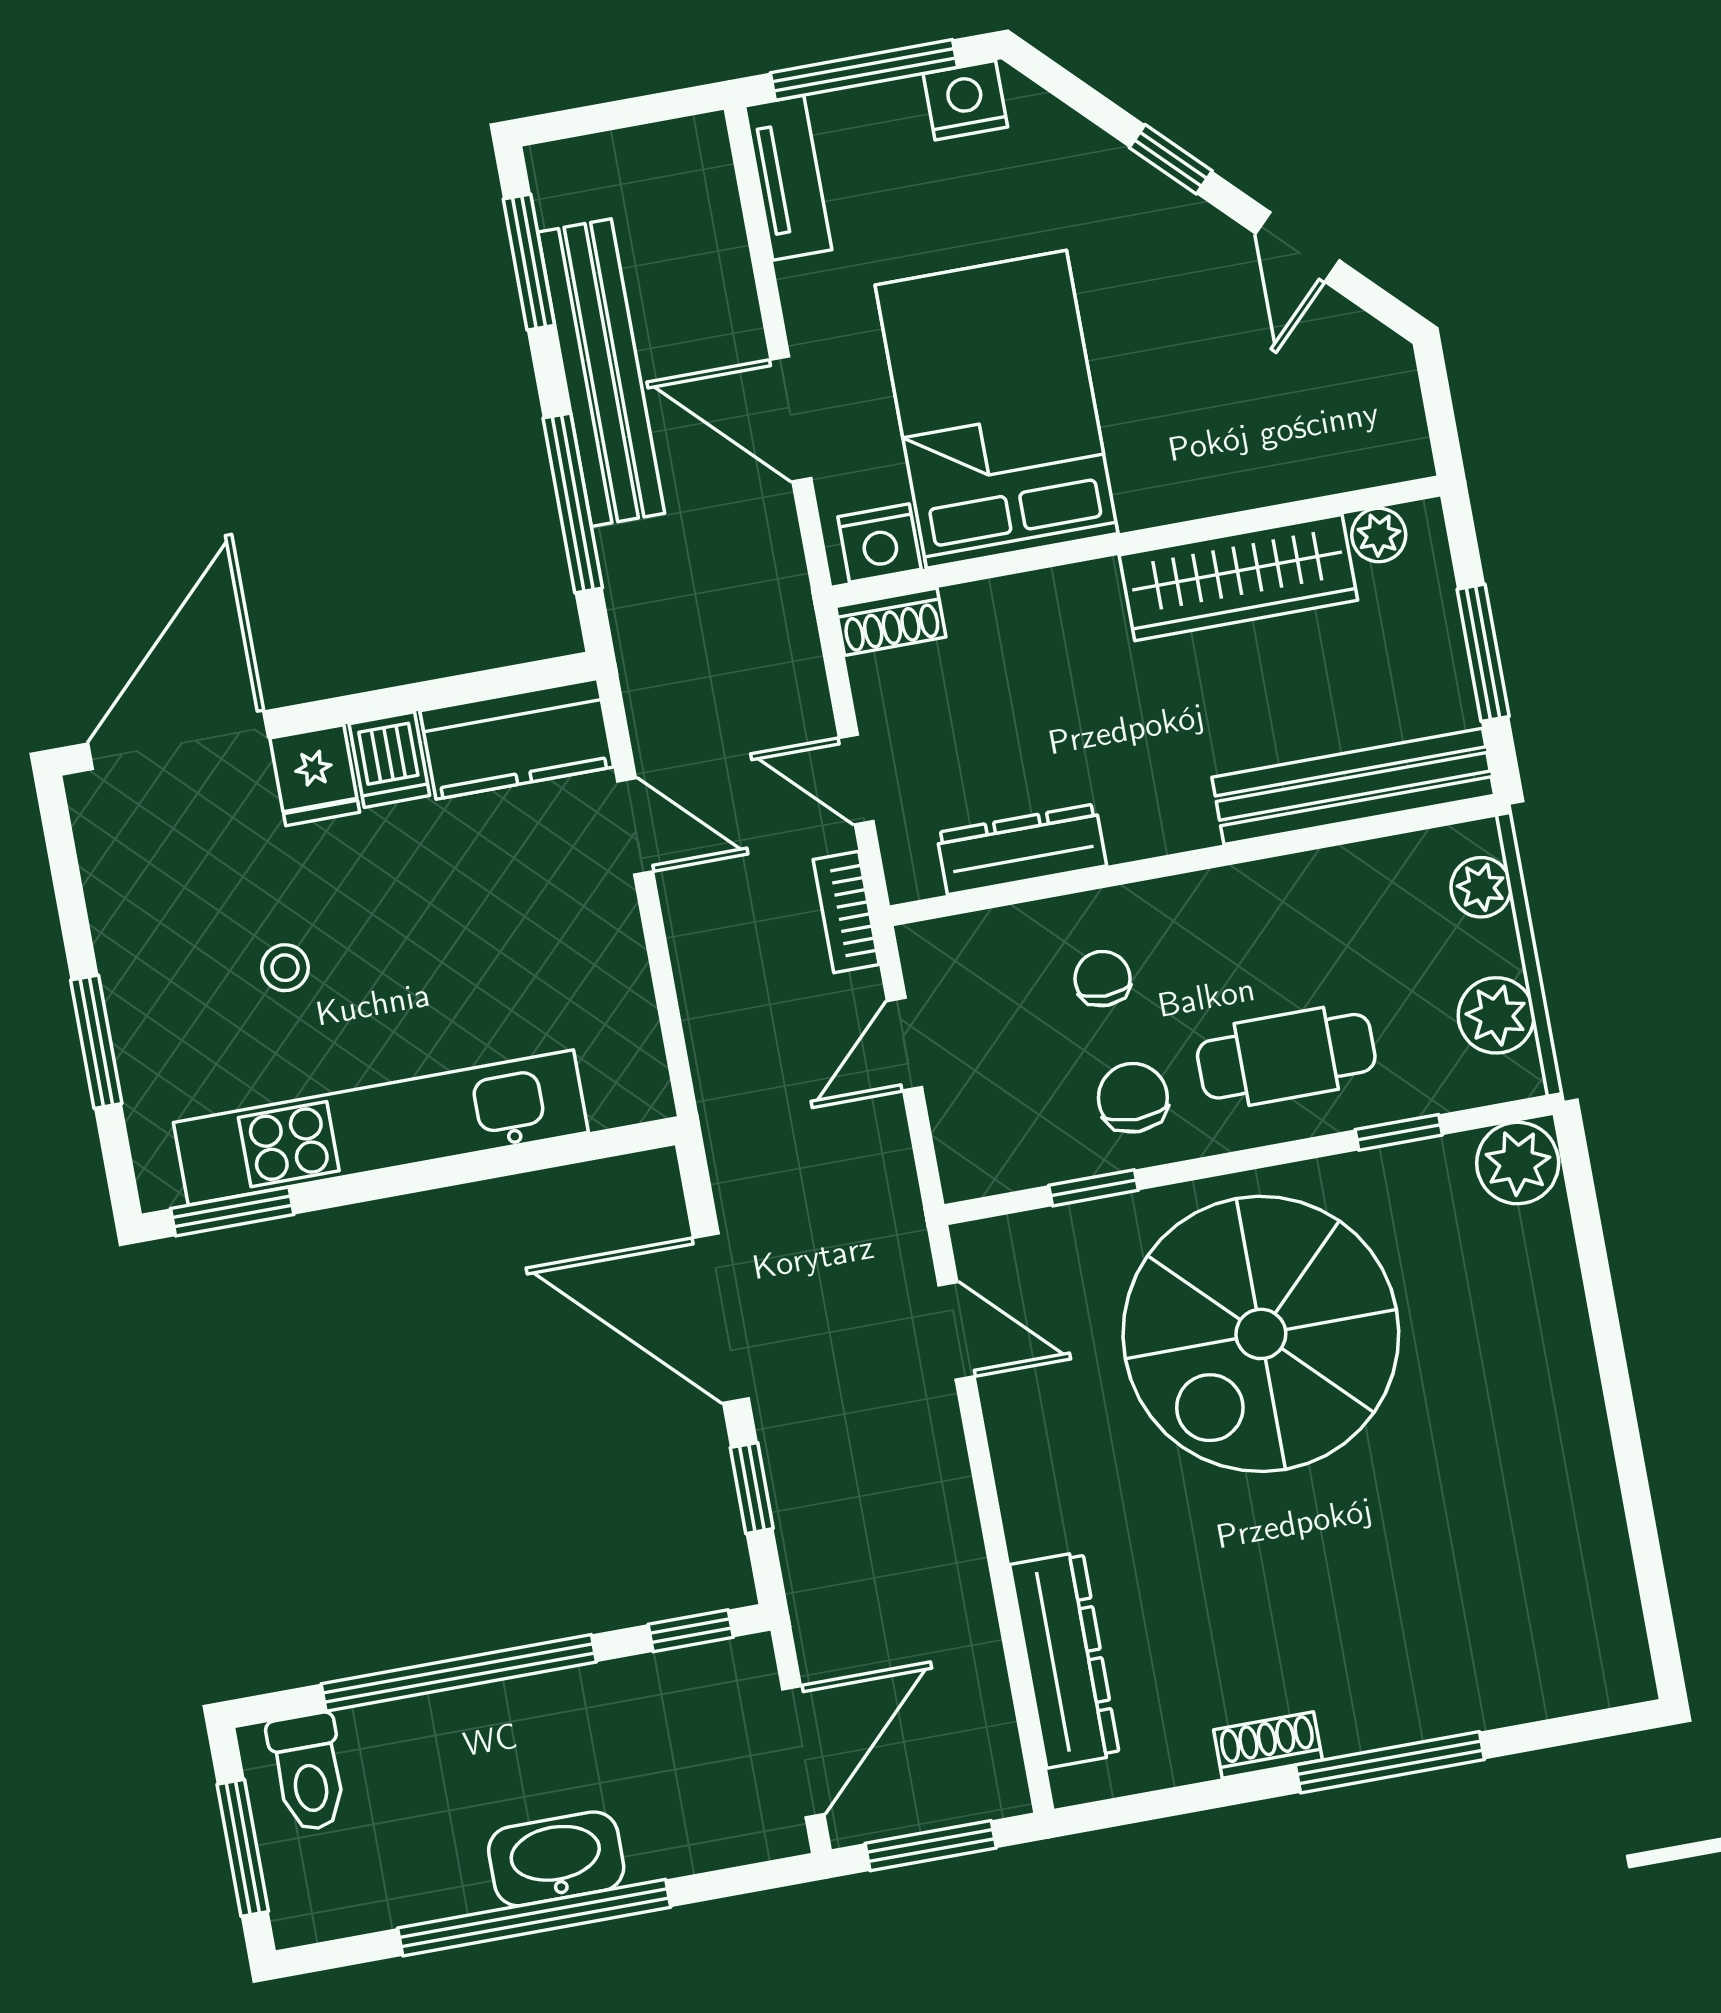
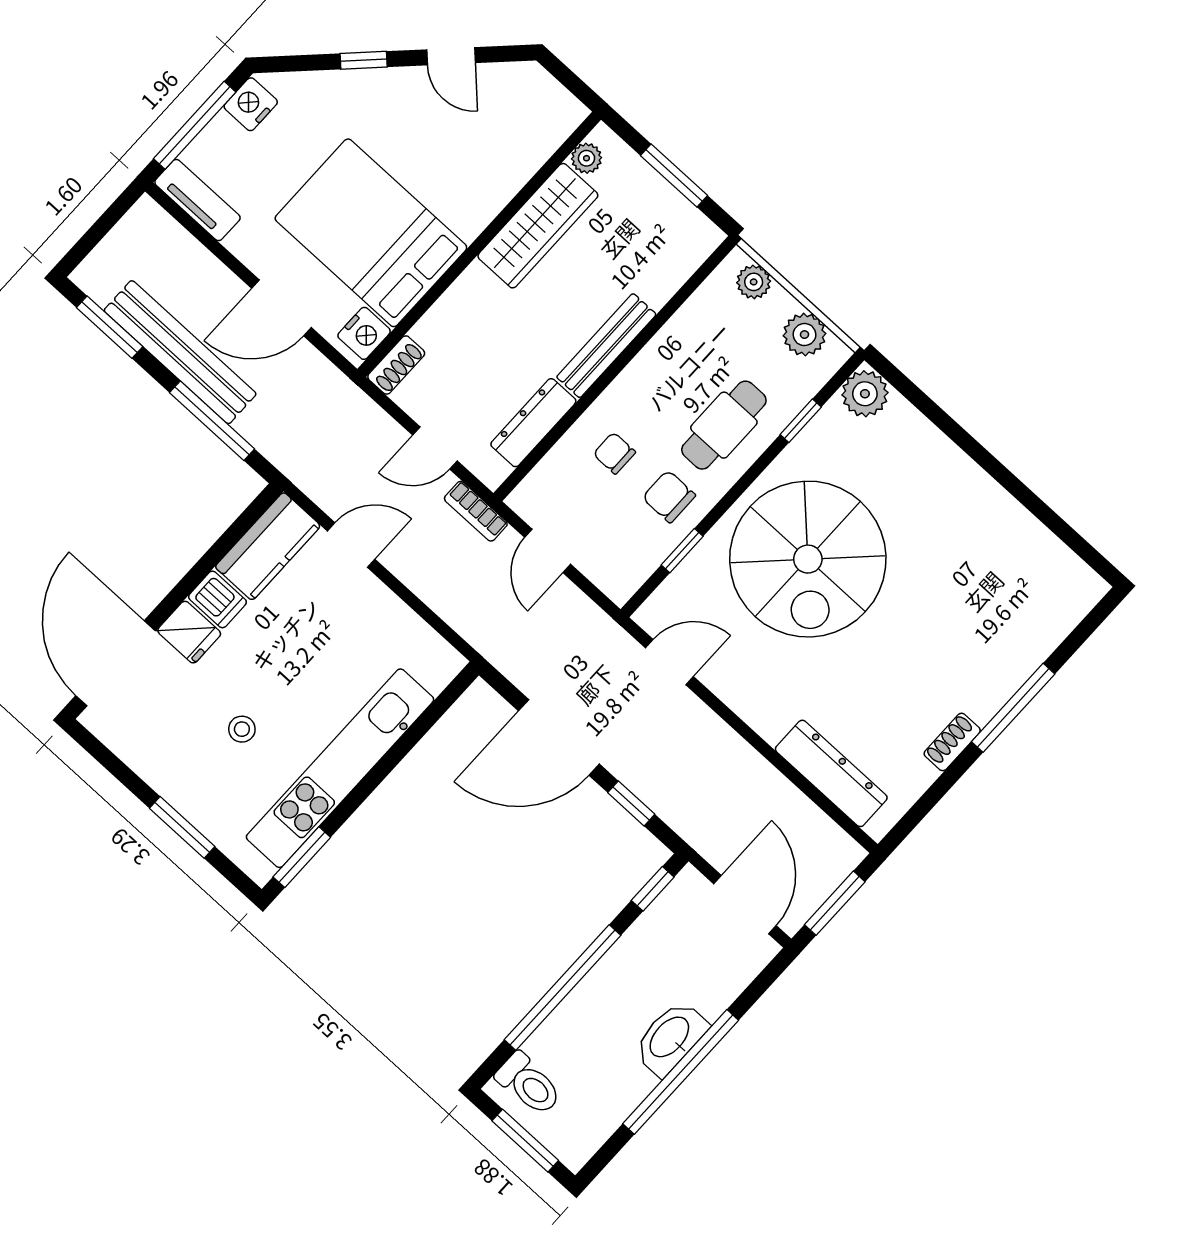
bench: (1353, 786) -> (606, 346), moved, width x0.73, depth x0.82

